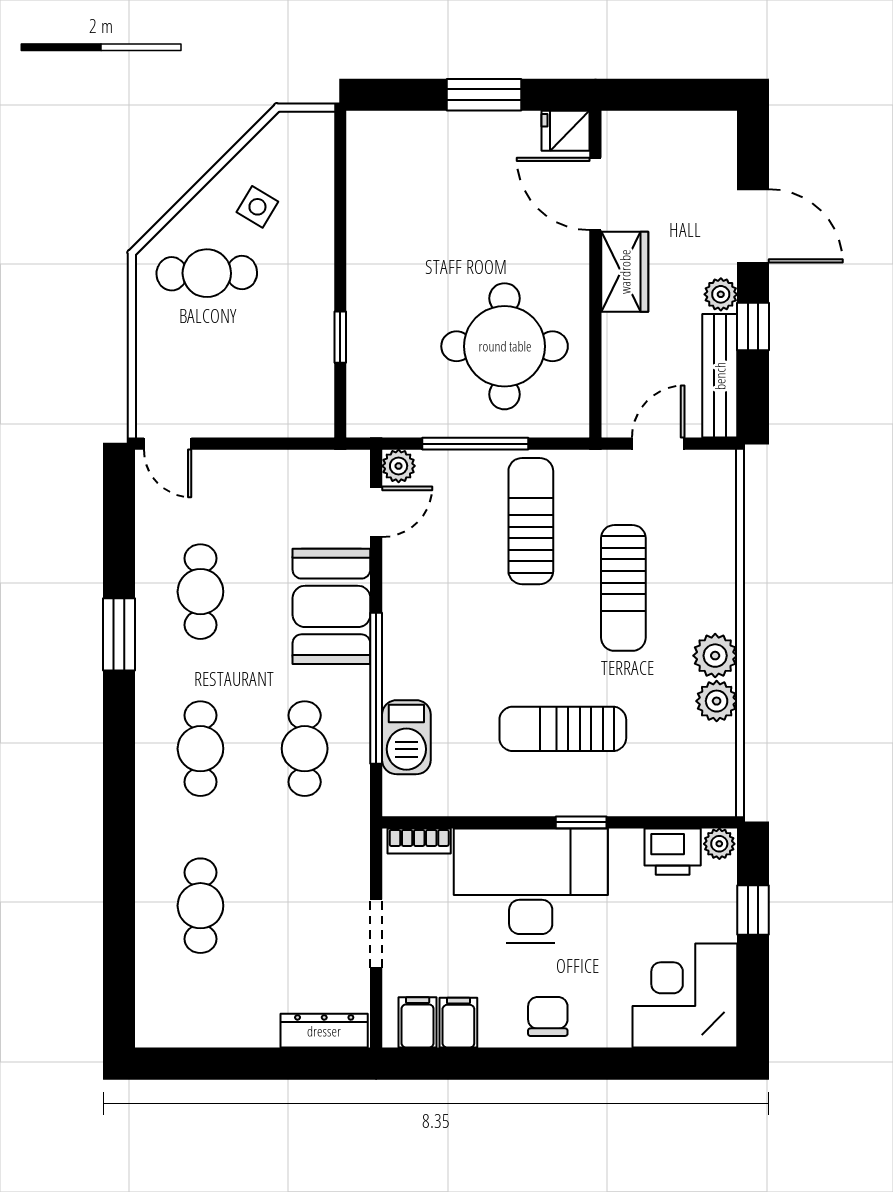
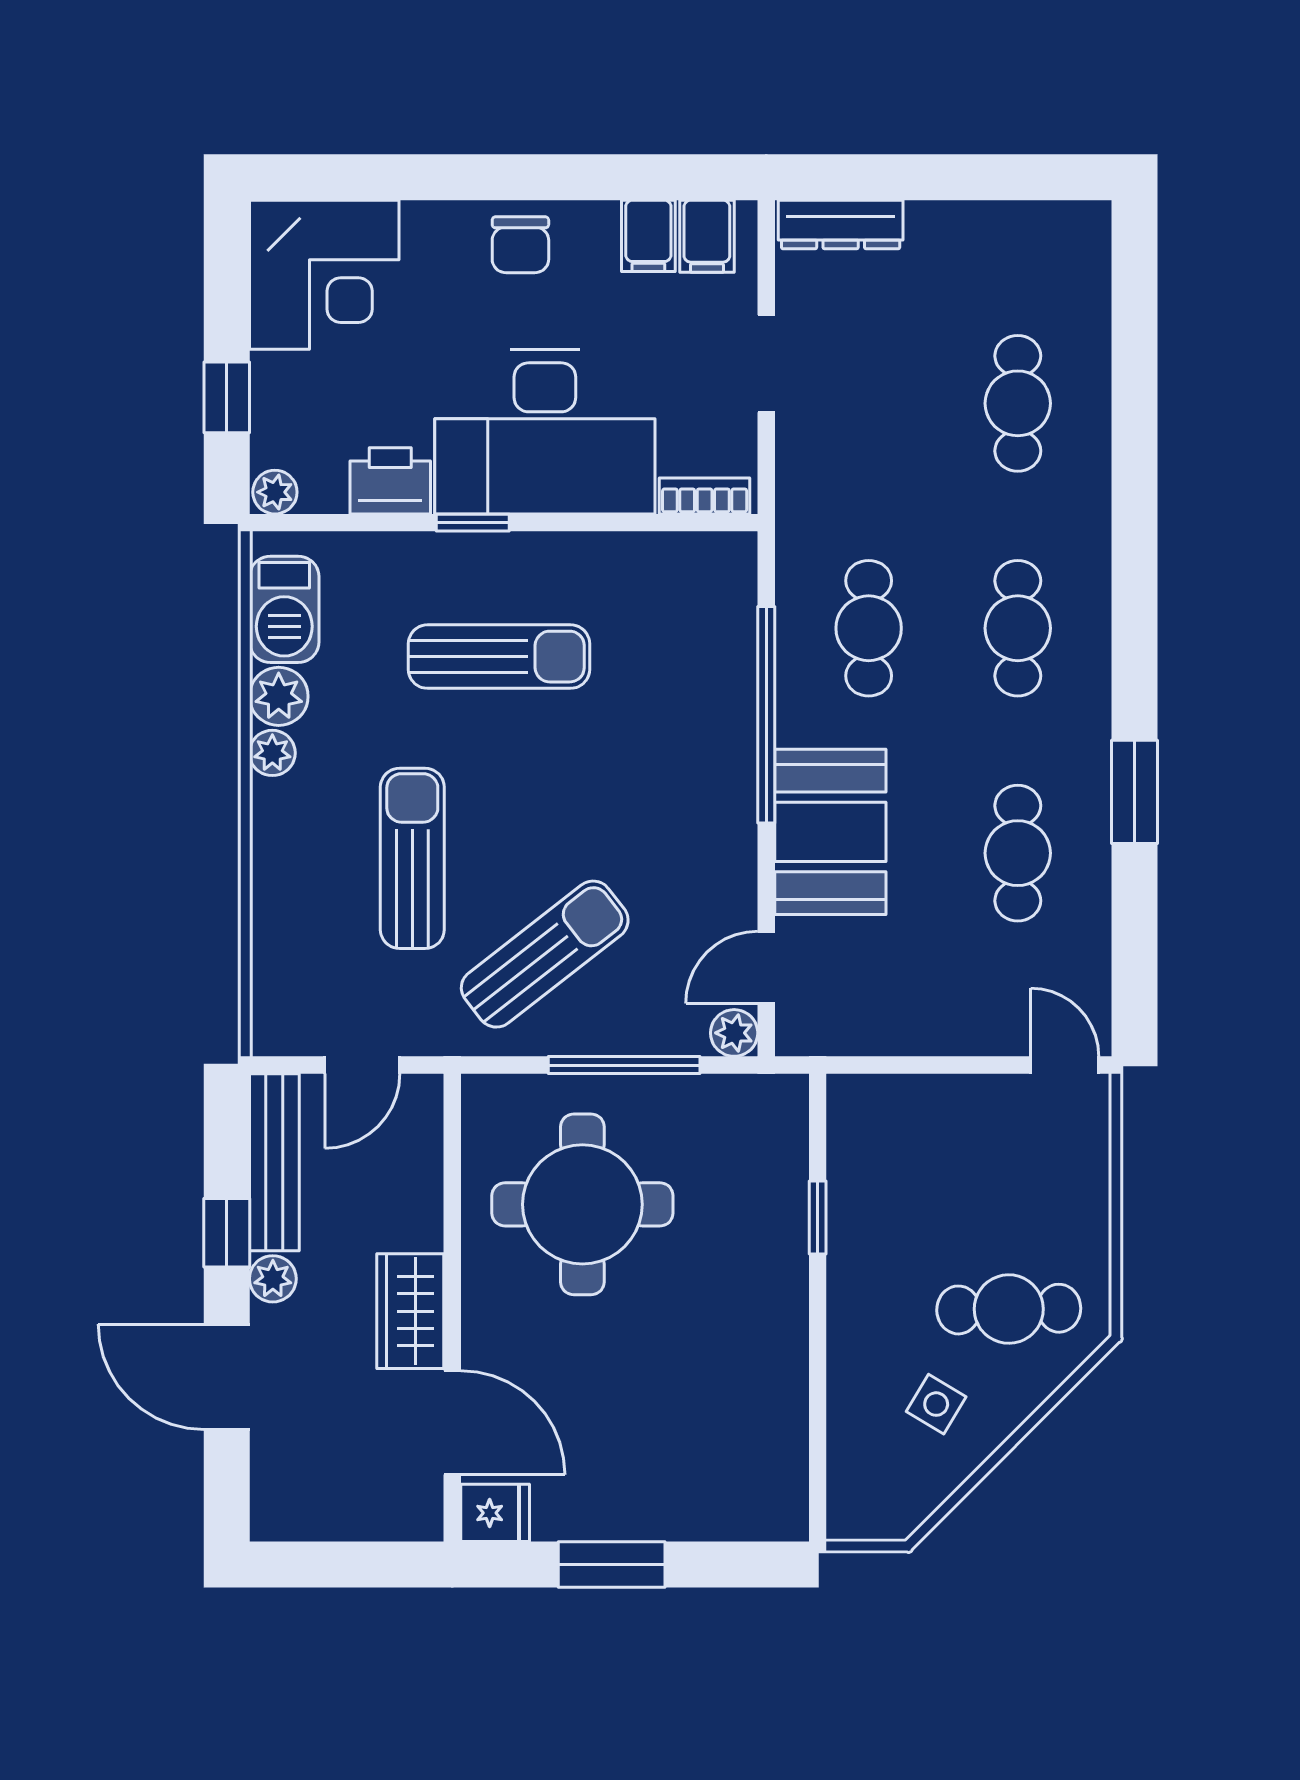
sun lounger: (531, 521) -> (545, 954), turned -128
plant: (715, 656) -> (272, 753), width x0.73, depth x0.73
barbecue: (406, 737) -> (284, 609), moved, turned 180
printer: (673, 852) -> (390, 481), moved

